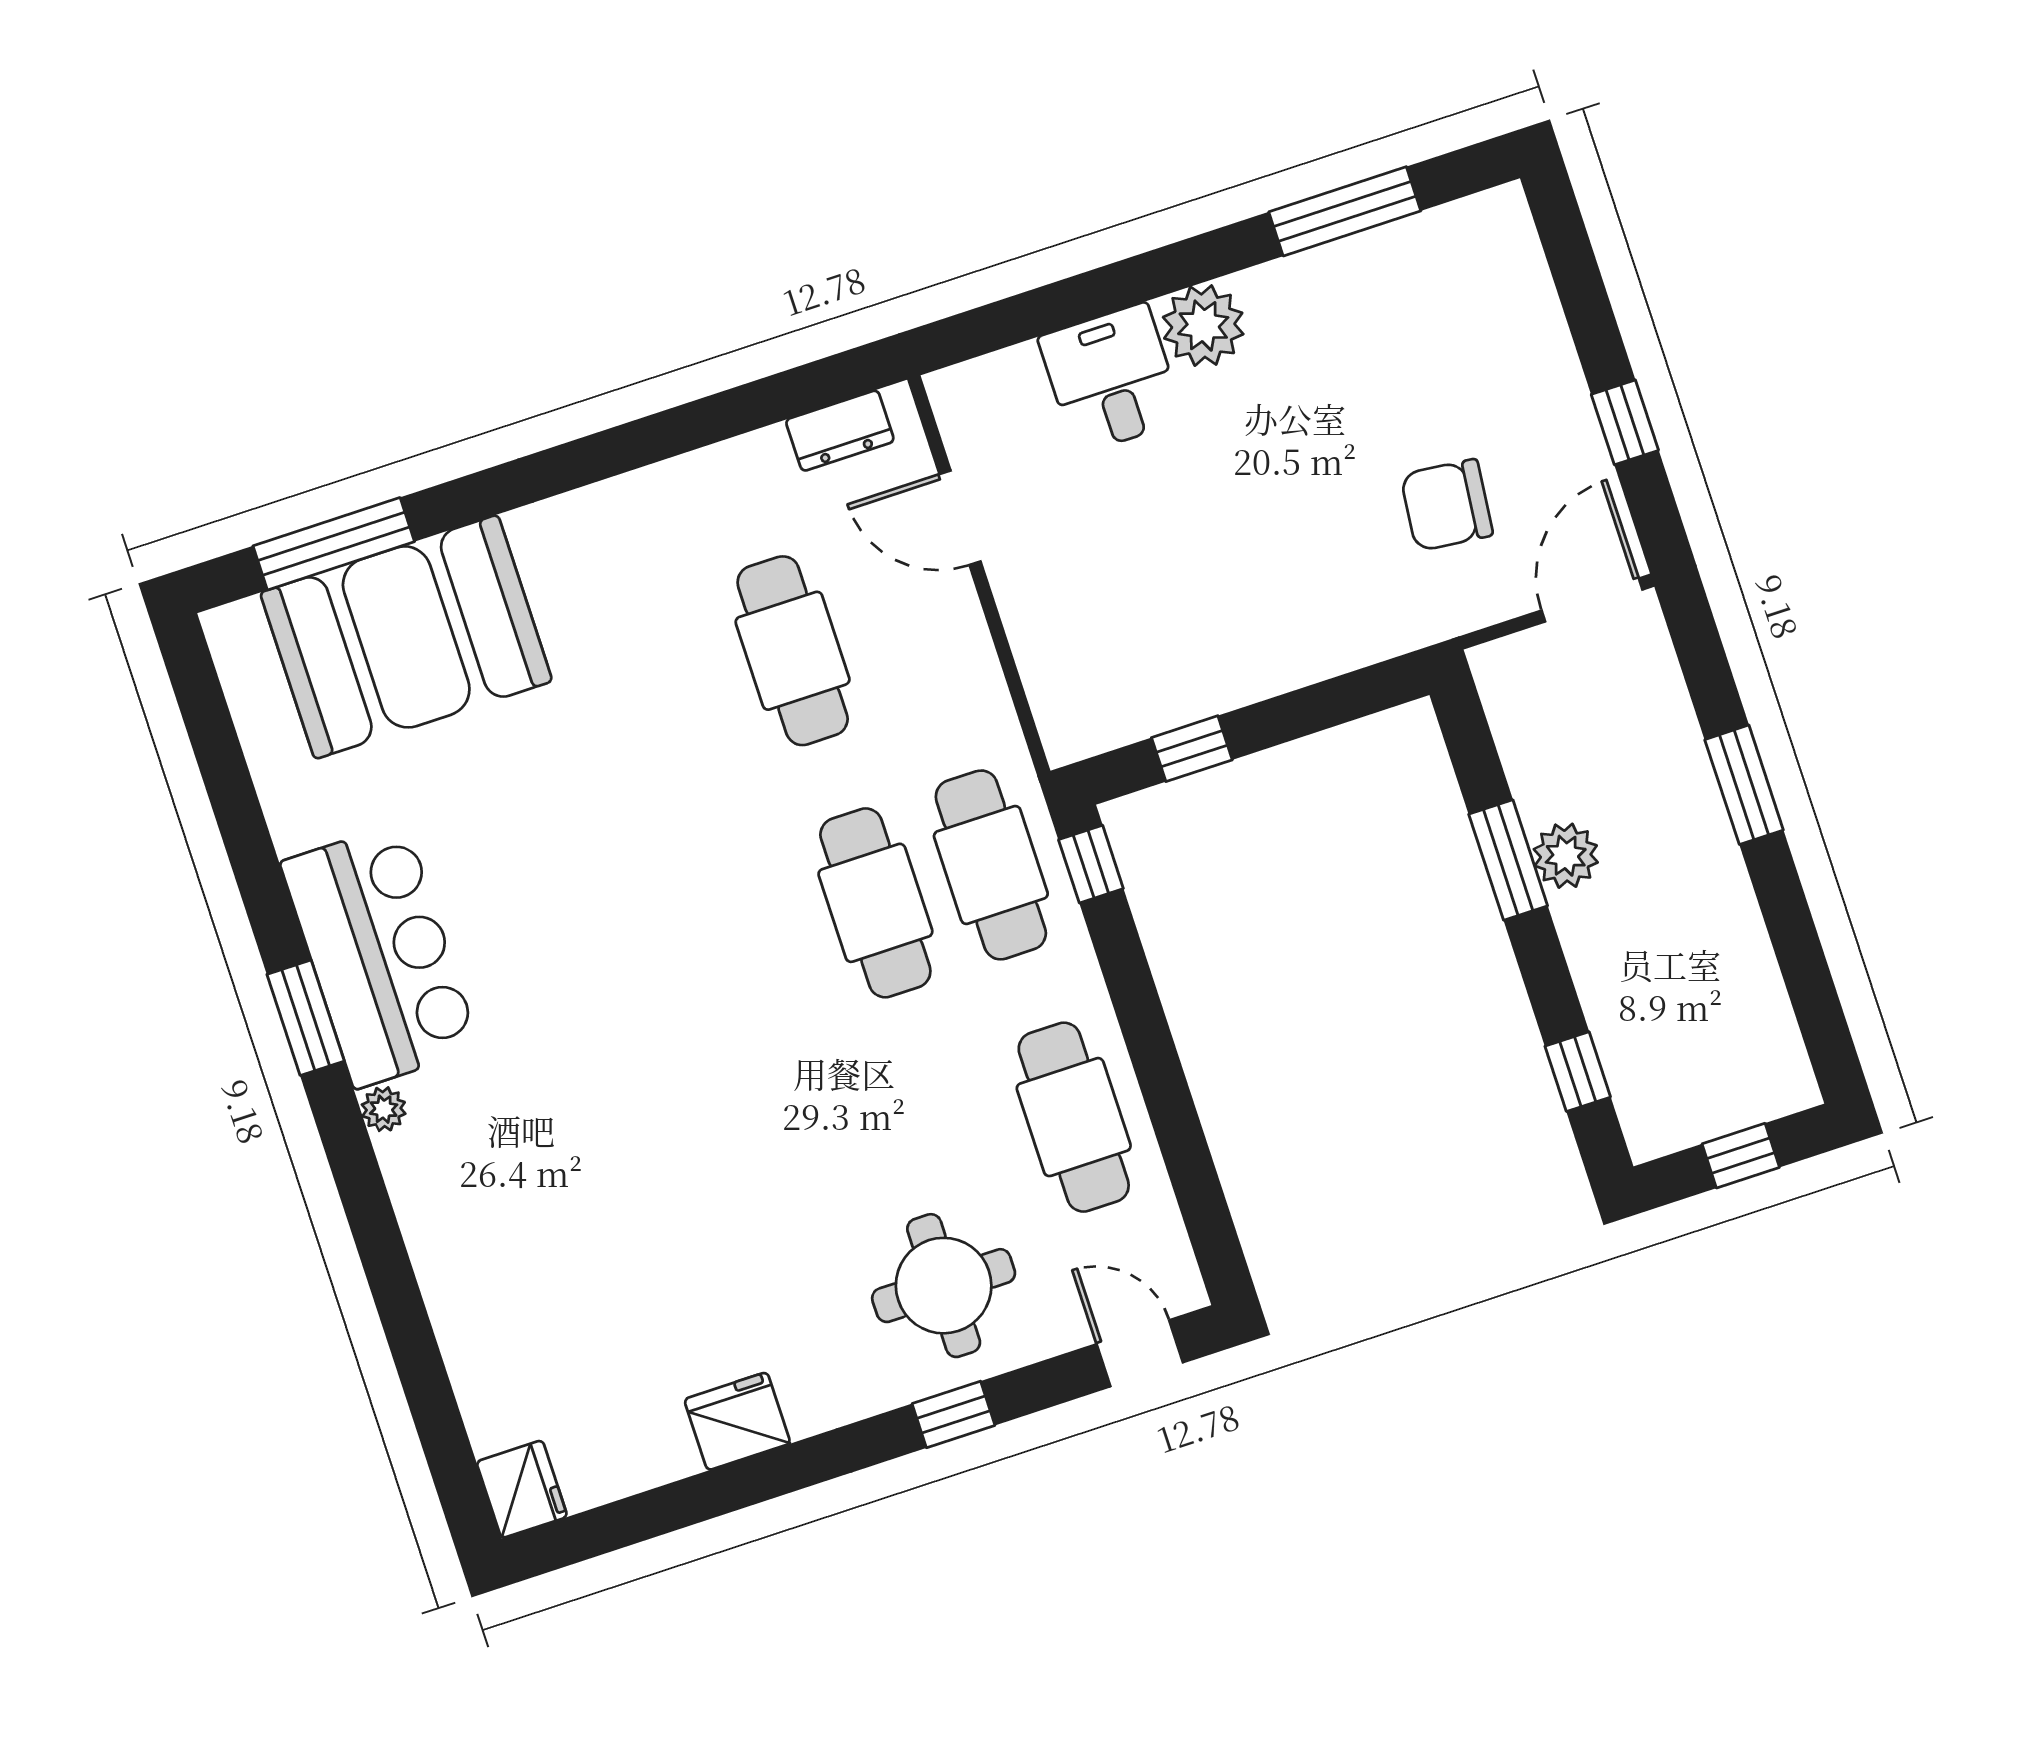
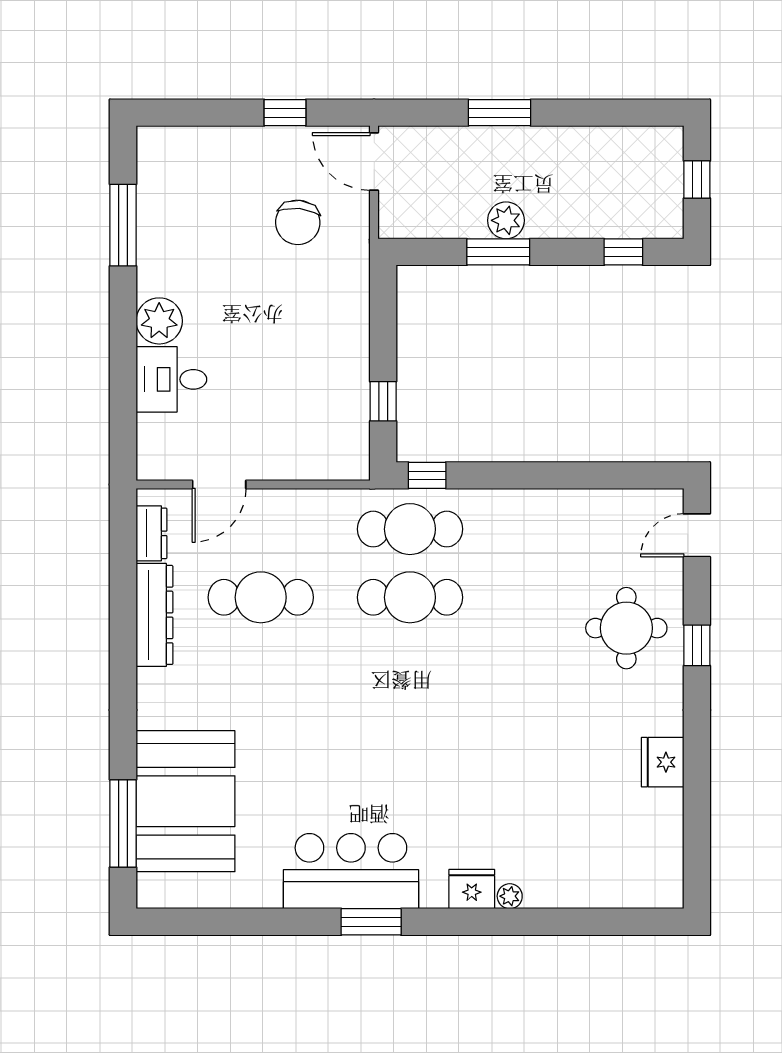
dresser: (704, 481) -> (154, 615), added
plant: (384, 1109) -> (510, 896), moved
cafe table: (1074, 1117) -> (559, 529), removed
fridge: (522, 1489) -> (472, 889), moved

